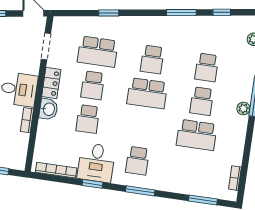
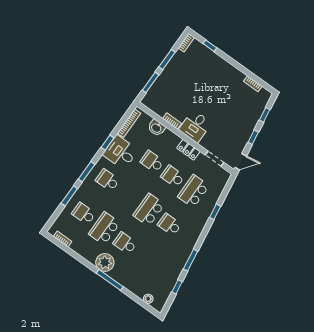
school desk: (207, 67) -> (84, 214), moved
washbasin: (48, 109) -> (156, 128), moved
plant: (243, 109) -> (105, 262), width x1.87, depth x1.87
window: (203, 200) -> (69, 196), moved

